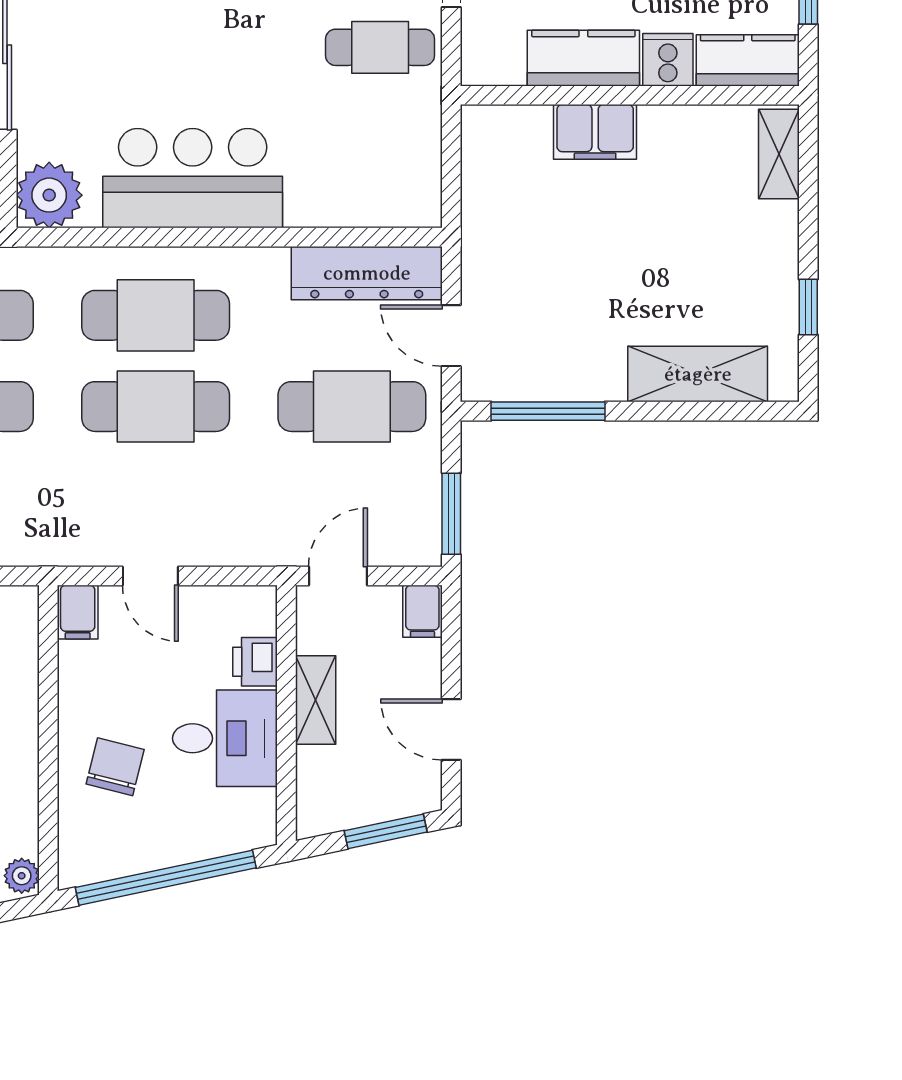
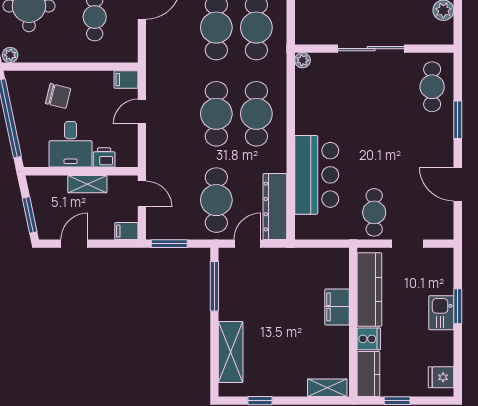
kitchen counter: (583, 58) -> (369, 289), width x1.50
bar counter: (193, 178) -> (317, 175), moved
plant: (49, 195) -> (302, 60), width x0.53, depth x0.53

